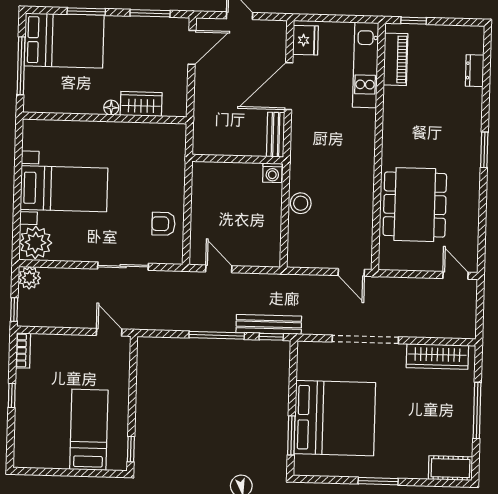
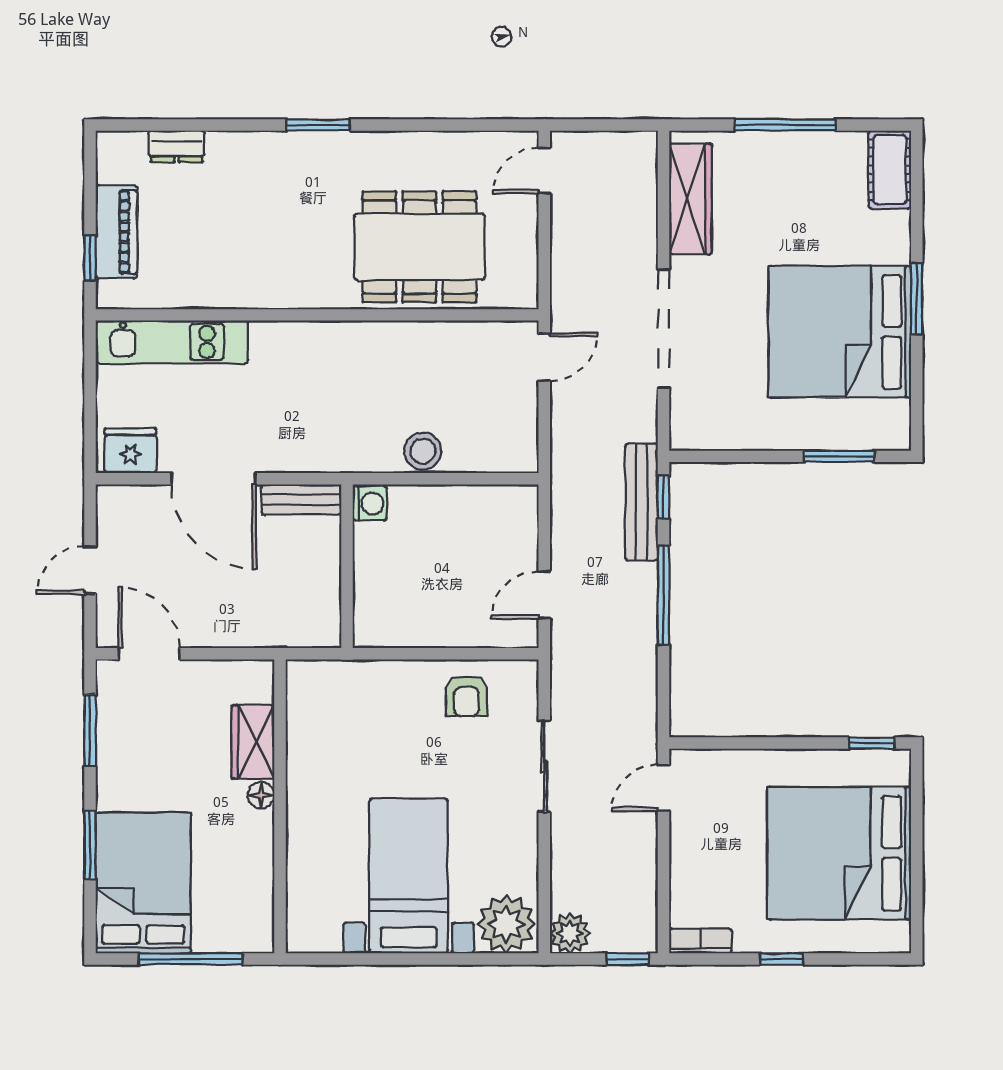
piano: (396, 59) -> (116, 232), moved, turned 90
bed: (335, 418) -> (840, 332), moved, turned -90
bed: (89, 430) -> (839, 853), width x2.04

